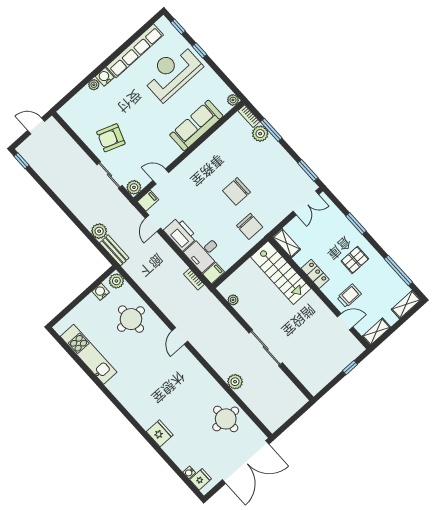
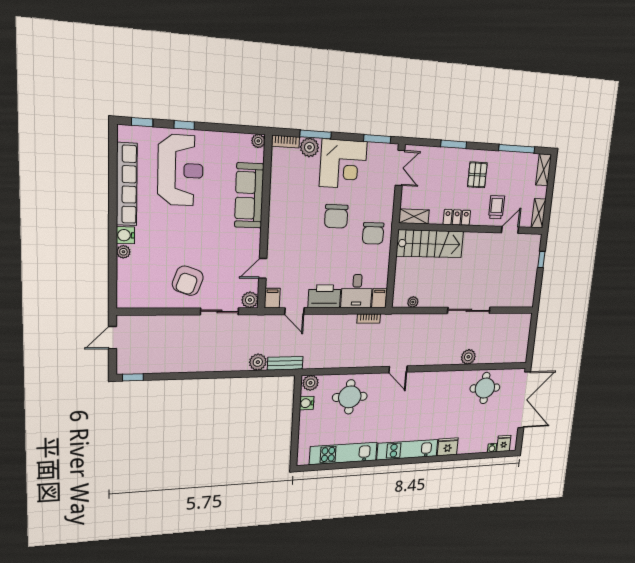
reception desk: (172, 72) -> (181, 170), turned 180
corner desk: (272, 164) -> (343, 164), added
chair: (250, 226) -> (373, 233), turned 90
kitchen unit: (131, 402) -> (407, 450), added

